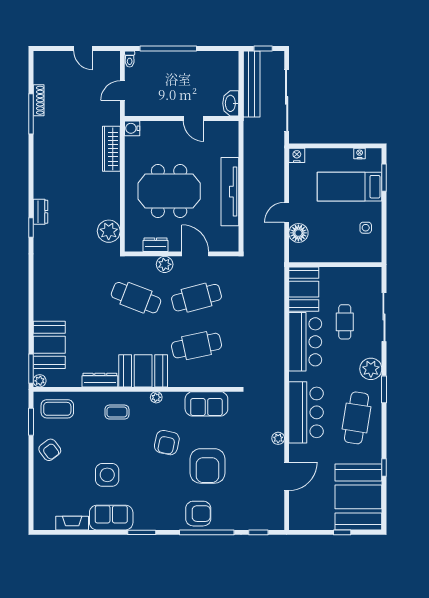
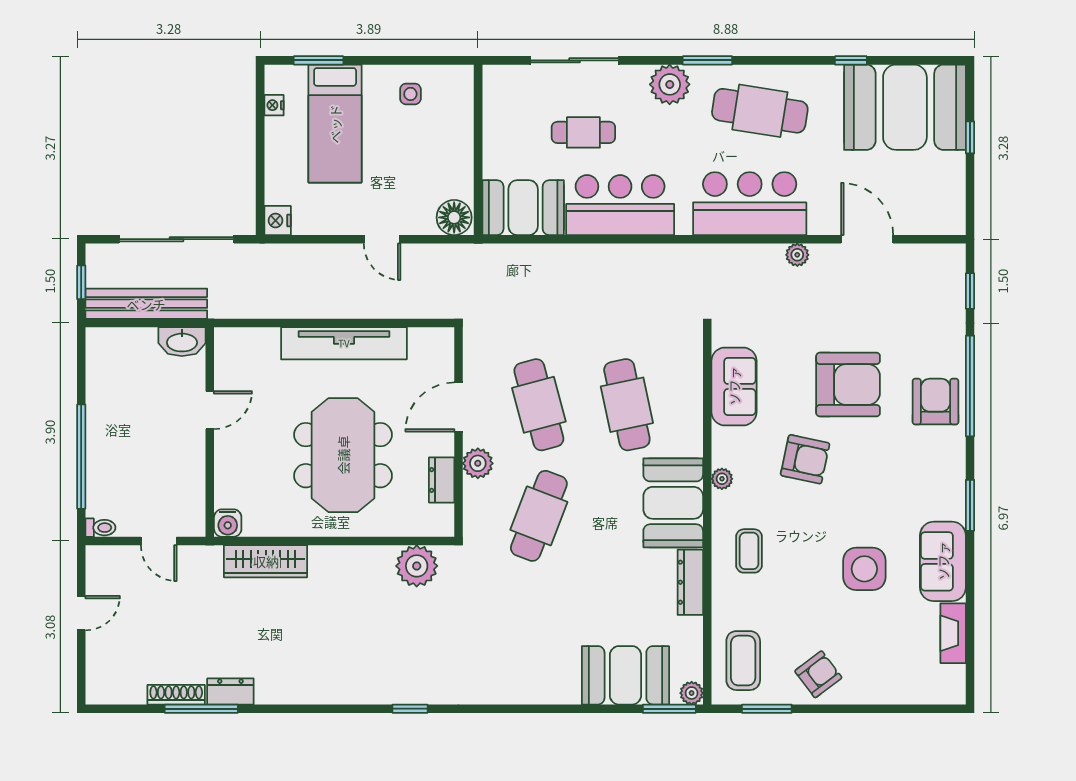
dresser: (40, 212) -> (230, 691), moved
floor lamp: (298, 233) -> (454, 217), moved

